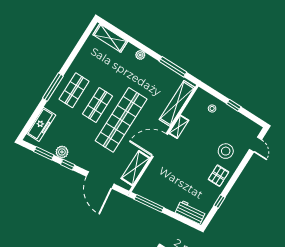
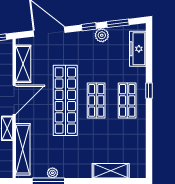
shelving: (110, 38) -> (111, 171), moved
plant: (140, 55) -> (52, 173), moved
window: (53, 87) -> (149, 91), width x0.46

